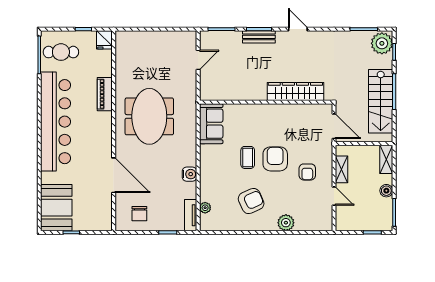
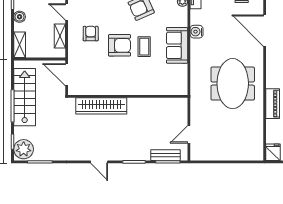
bench: (259, 37) -> (165, 155), moved
sofa: (211, 124) -> (177, 45), moved
armchair: (275, 159) -> (120, 45), turned -90

